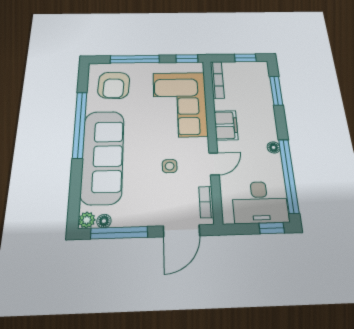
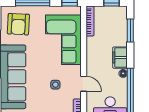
filing cabinet: (226, 125) -> (120, 58), moved, turned 180
door: (214, 164) -> (84, 84), hinge flipped

